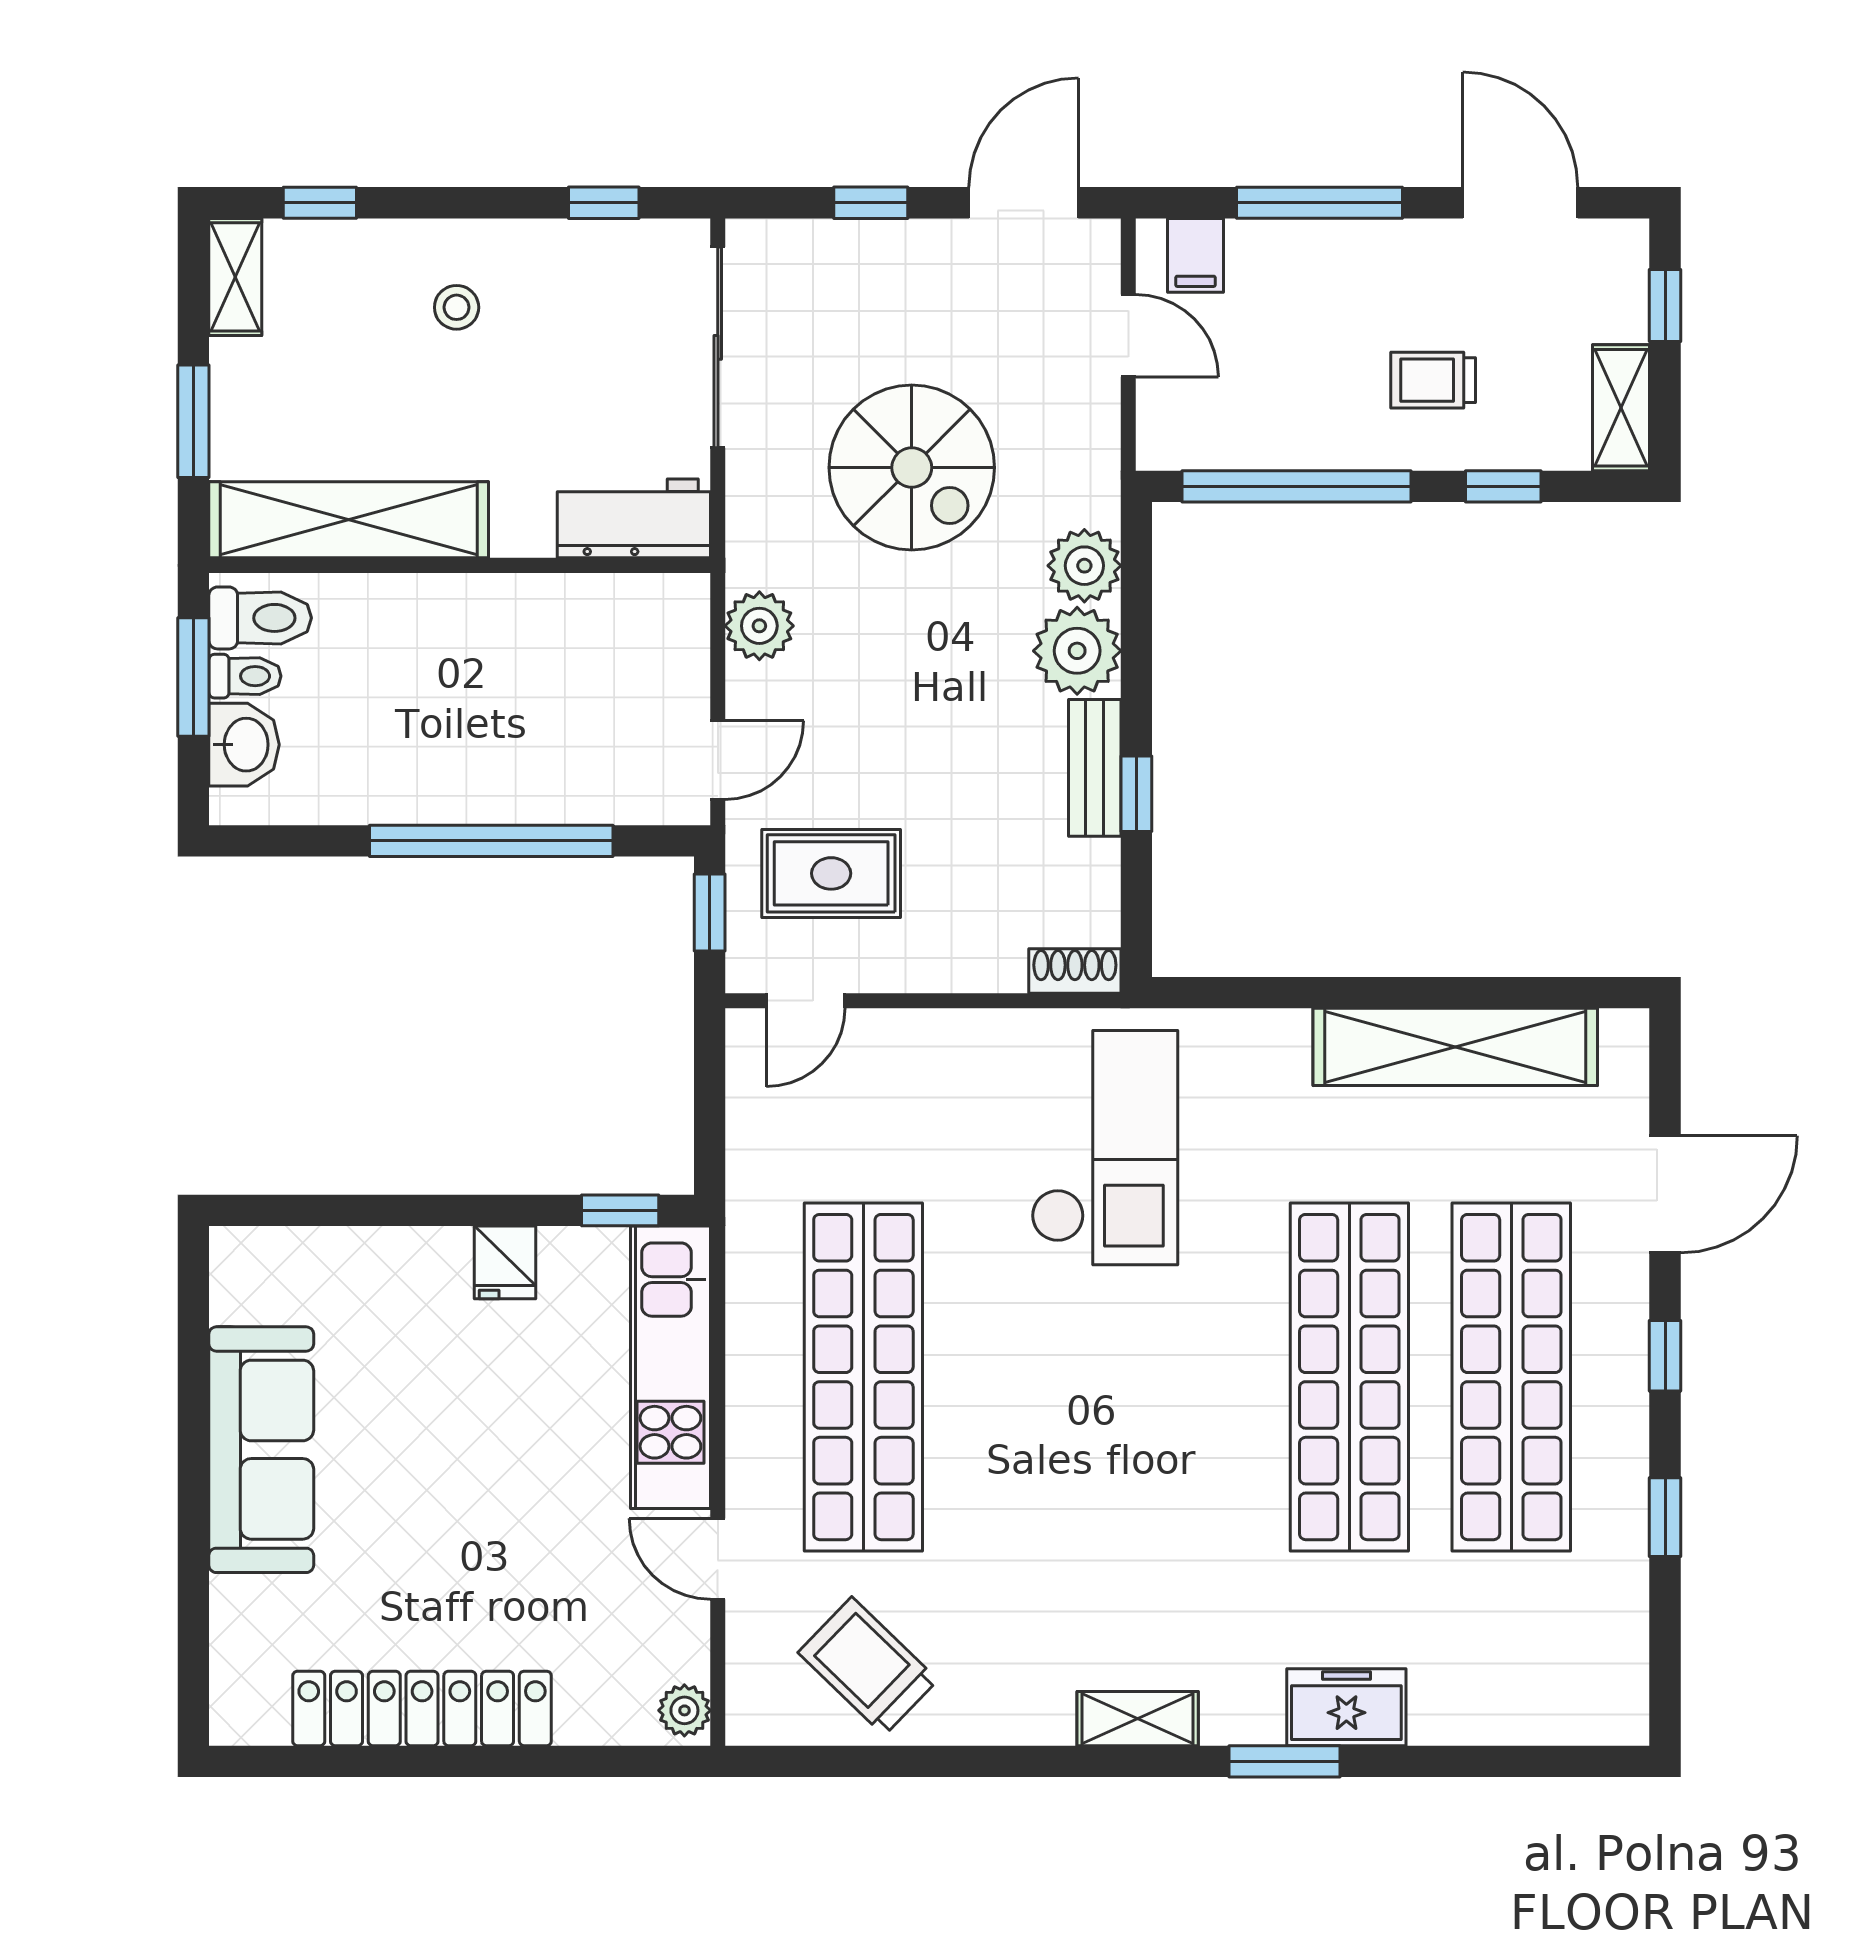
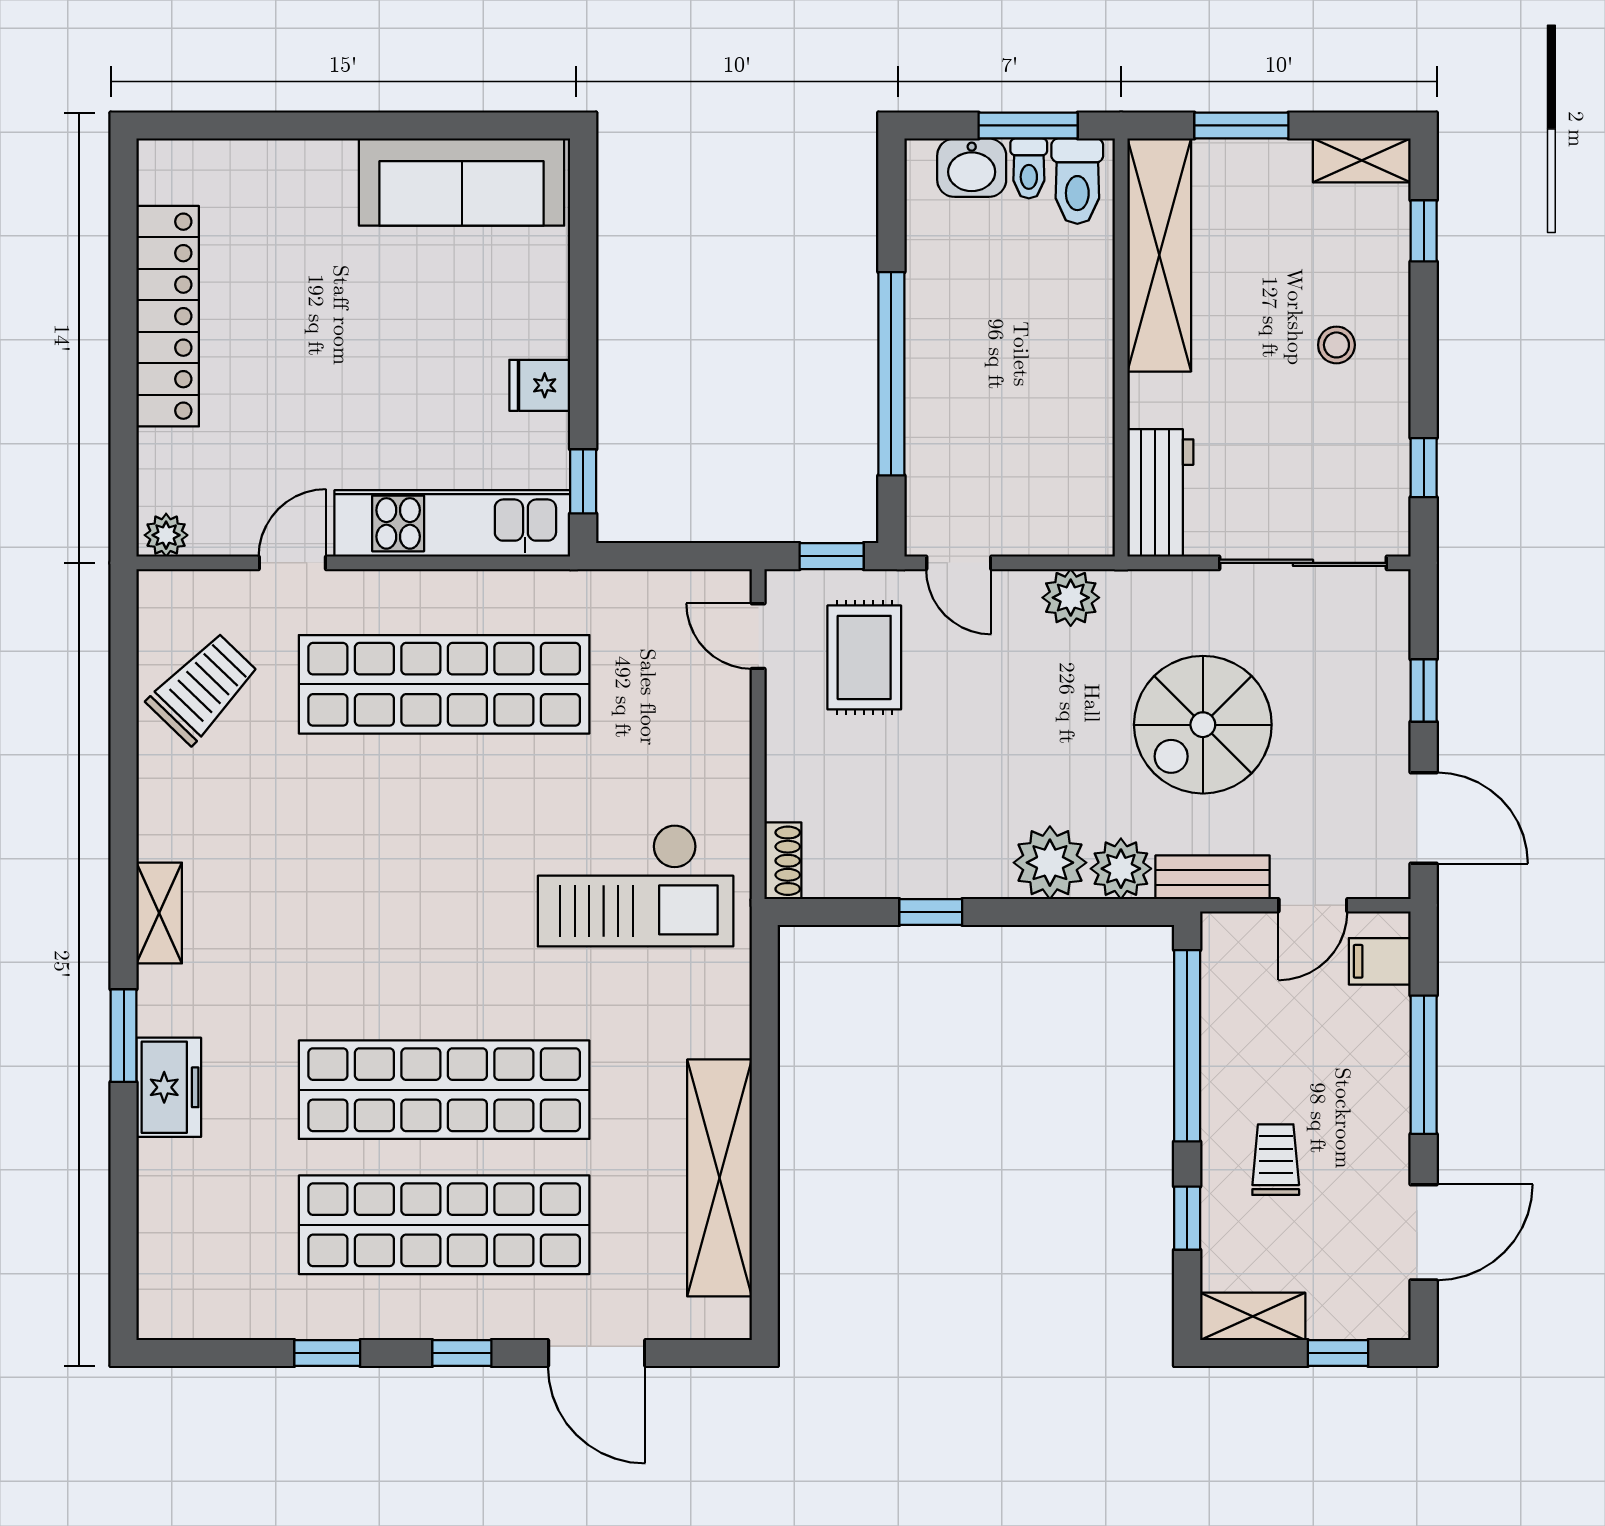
bench: (1095, 768) -> (1213, 877), moved
sofa: (261, 1450) -> (462, 182), moved

